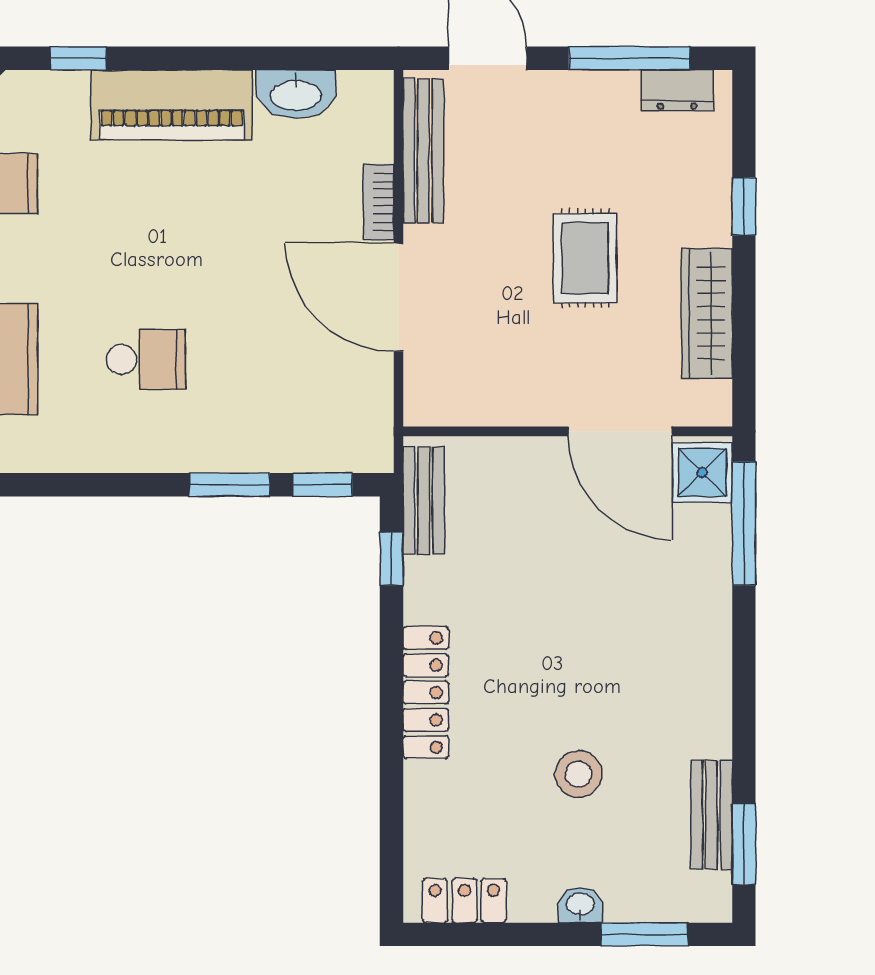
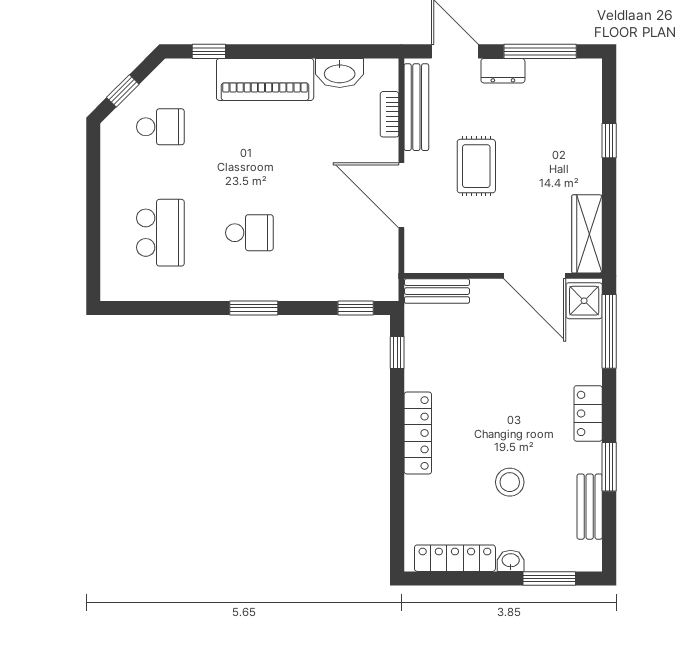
dresser: (677, 90) -> (503, 71), moved
bookcase: (379, 202) -> (389, 114), moved
rug: (585, 258) -> (476, 166), moved
wardrobe: (707, 313) -> (587, 234), moved
window: (229, 485) -> (254, 308), moved
bench: (424, 501) -> (437, 291), moved, turned 90
locker: (709, 660) -> (588, 413), added
window: (744, 844) -> (609, 467), moved
locker: (464, 901) -> (455, 558), width x1.53

